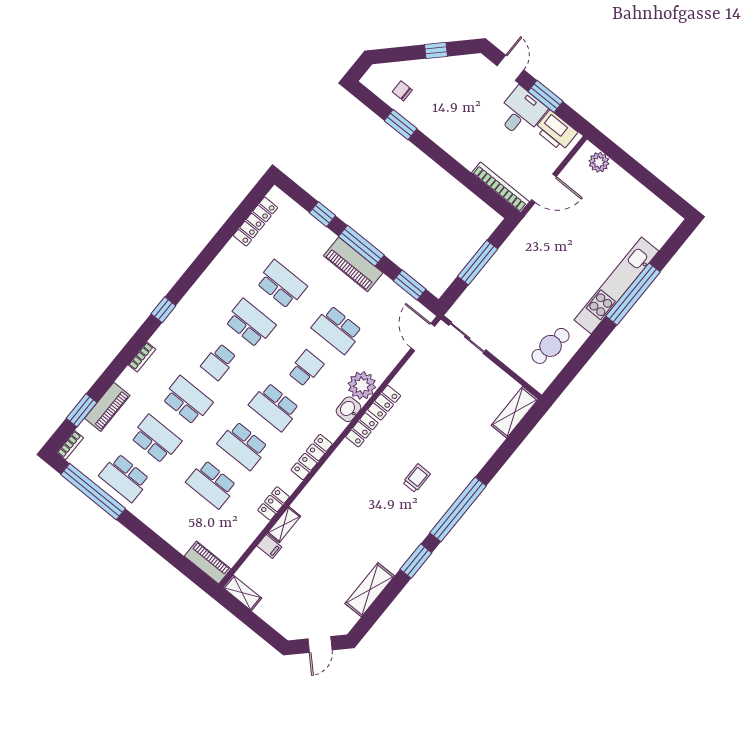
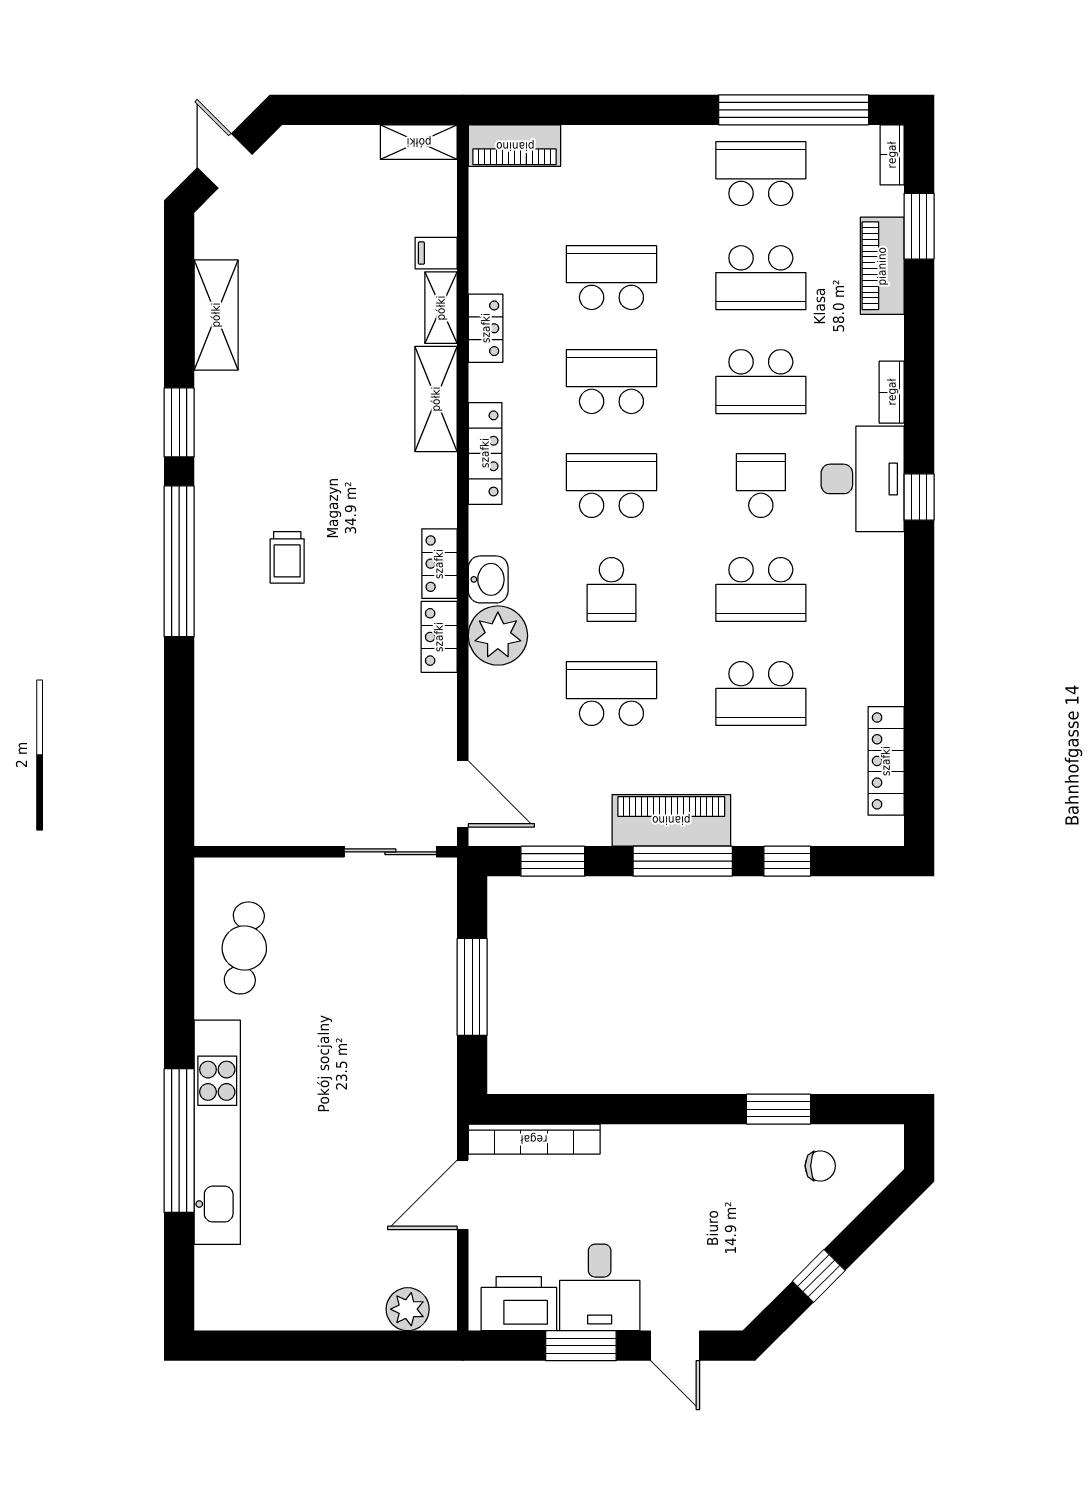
desk: (179, 334) -> (863, 479), added
shelving: (515, 412) -> (436, 399), moved

